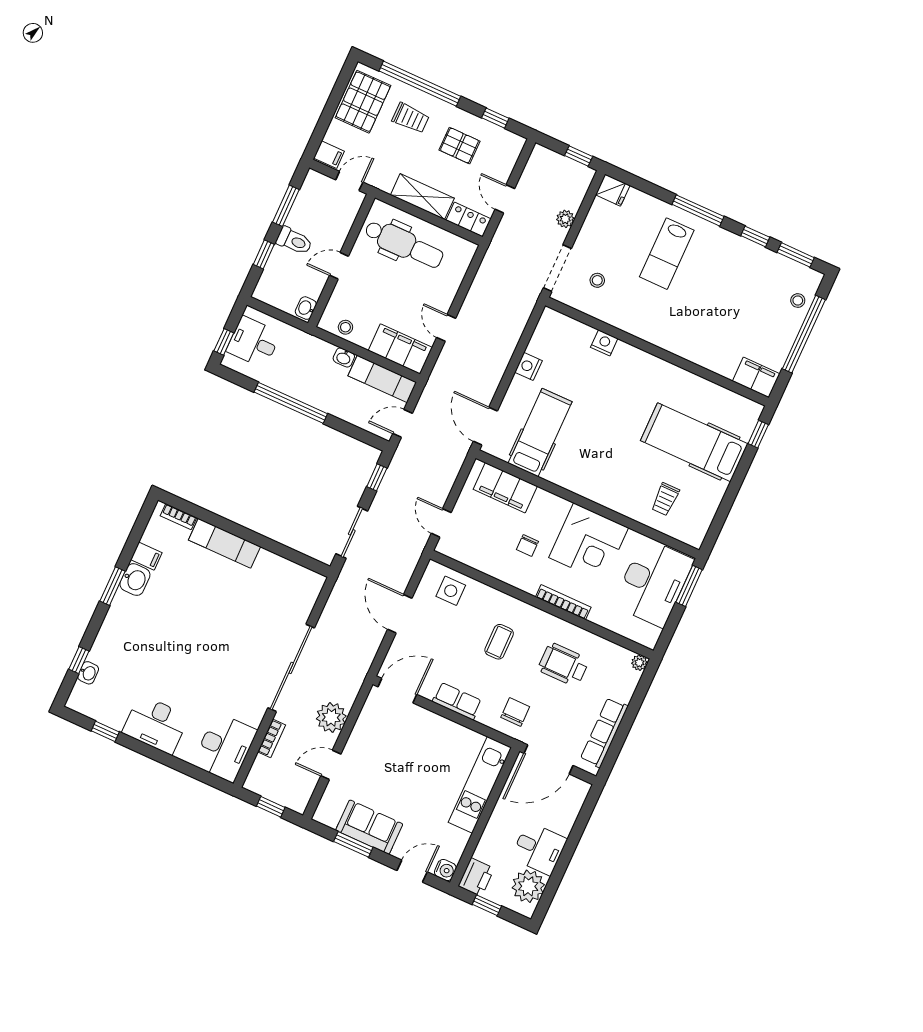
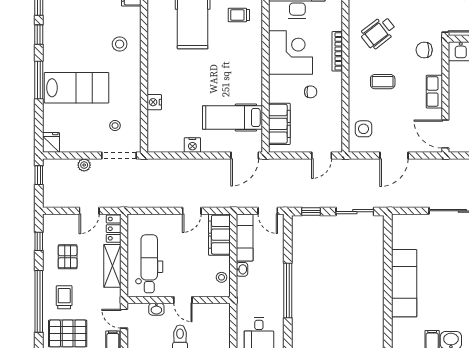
lab bench: (667, 254) -> (77, 88), width x1.36, depth x1.39
washbasin: (306, 308) -> (156, 309), moved
stool: (697, 333) -> (120, 44), added
trolley: (665, 499) -> (239, 15), turned 180
bookcase: (179, 517) -> (396, 330), removed
exam couch: (224, 543) -> (404, 283), width x1.36, depth x1.45
wheelchair: (563, 665) -> (378, 32), turned 52

